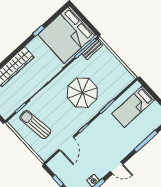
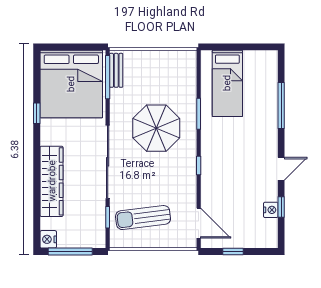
door: (66, 143) -> (199, 223), moved

